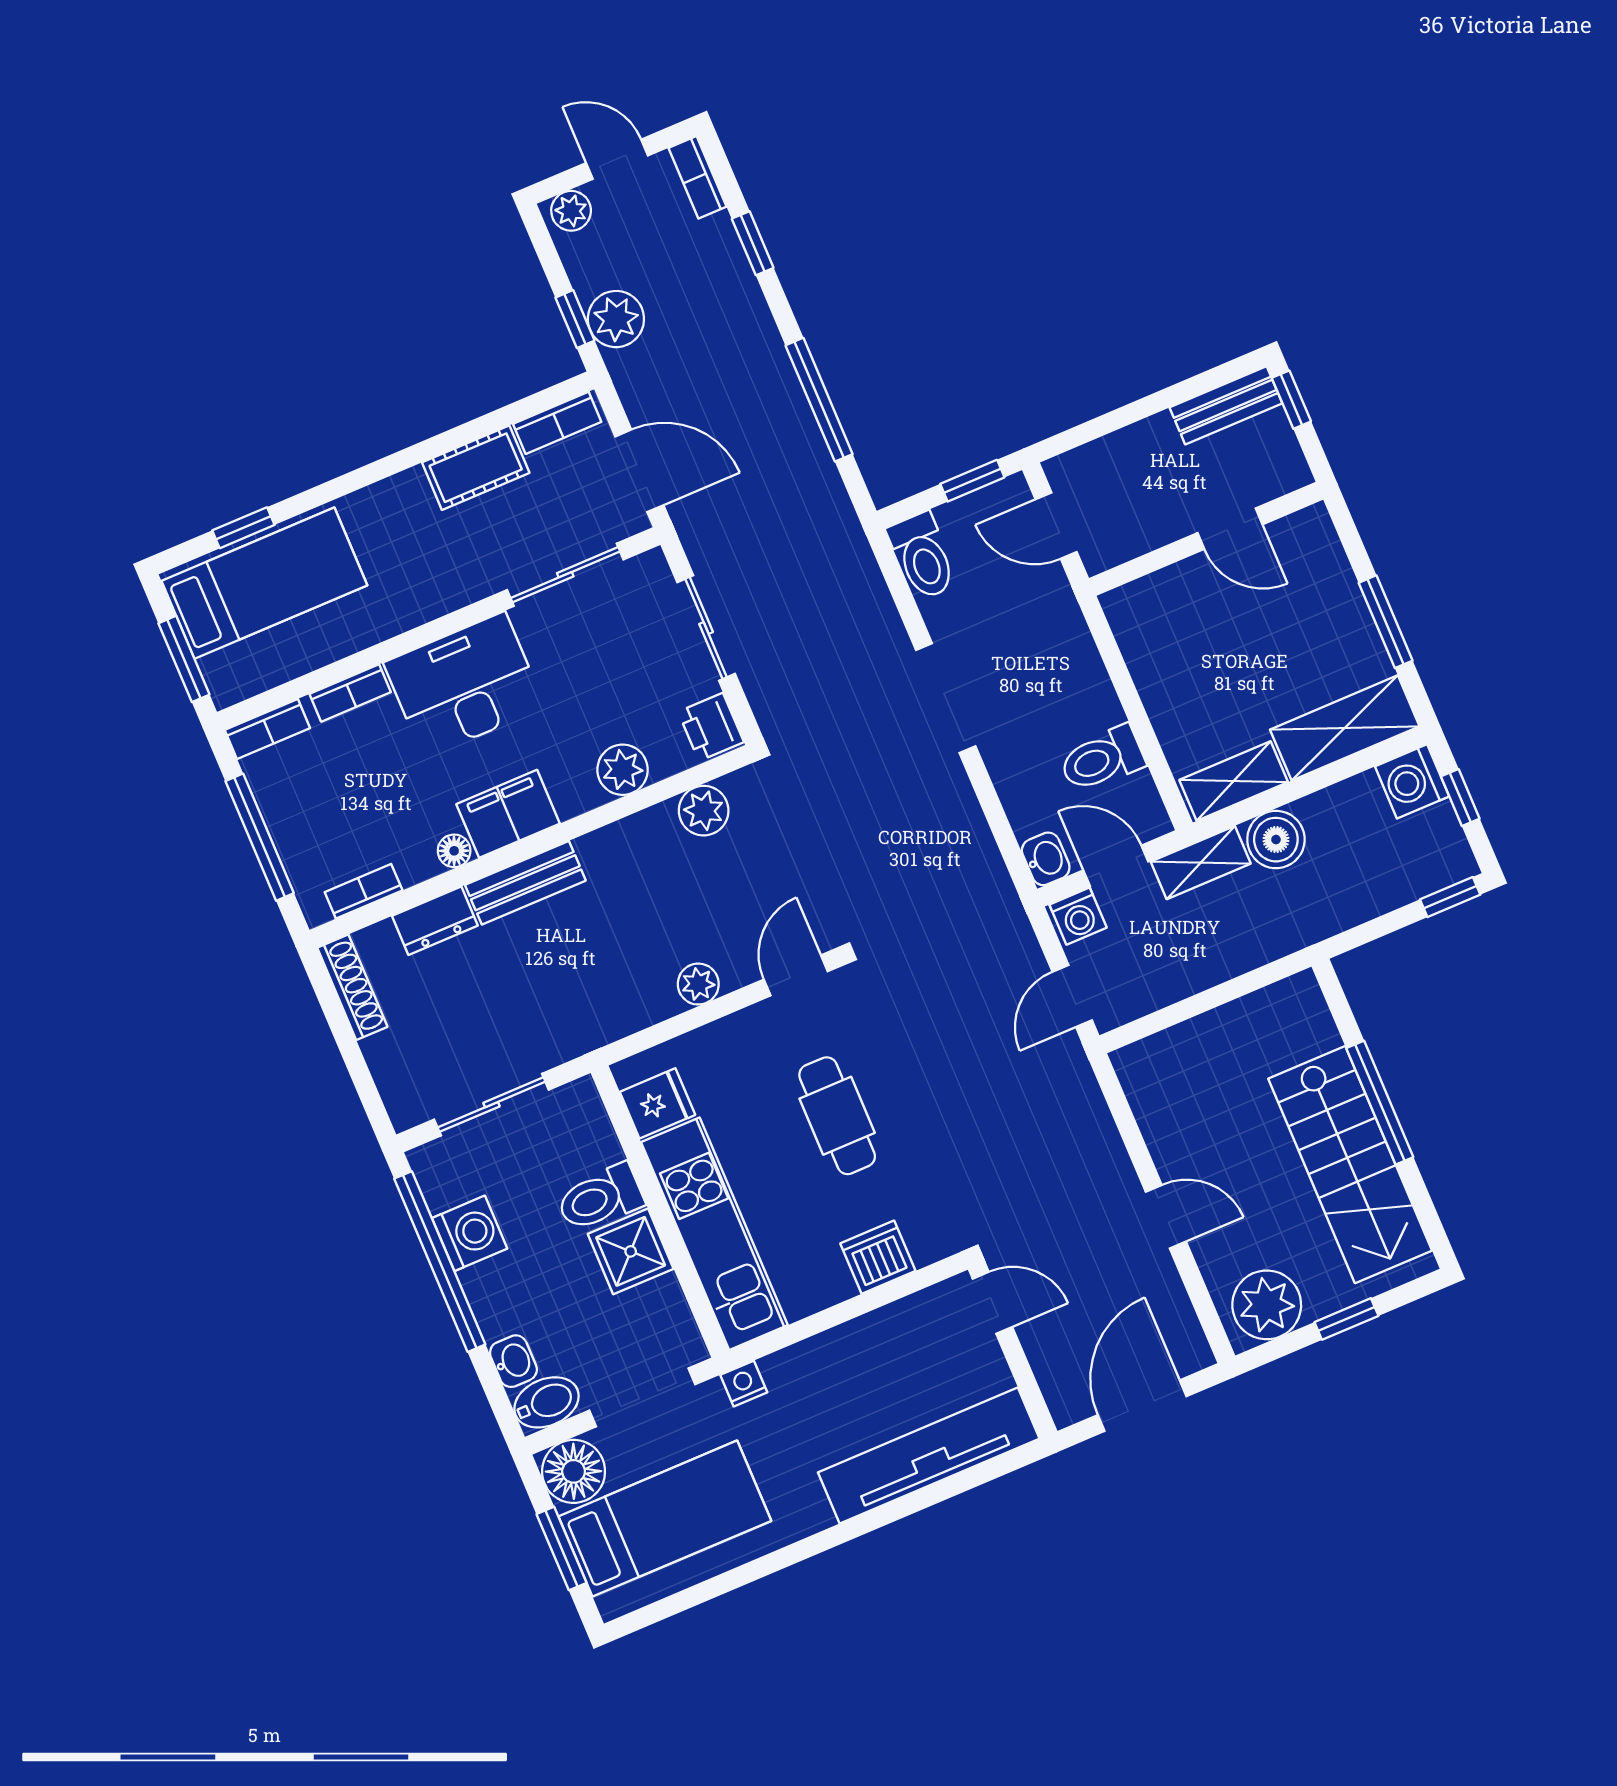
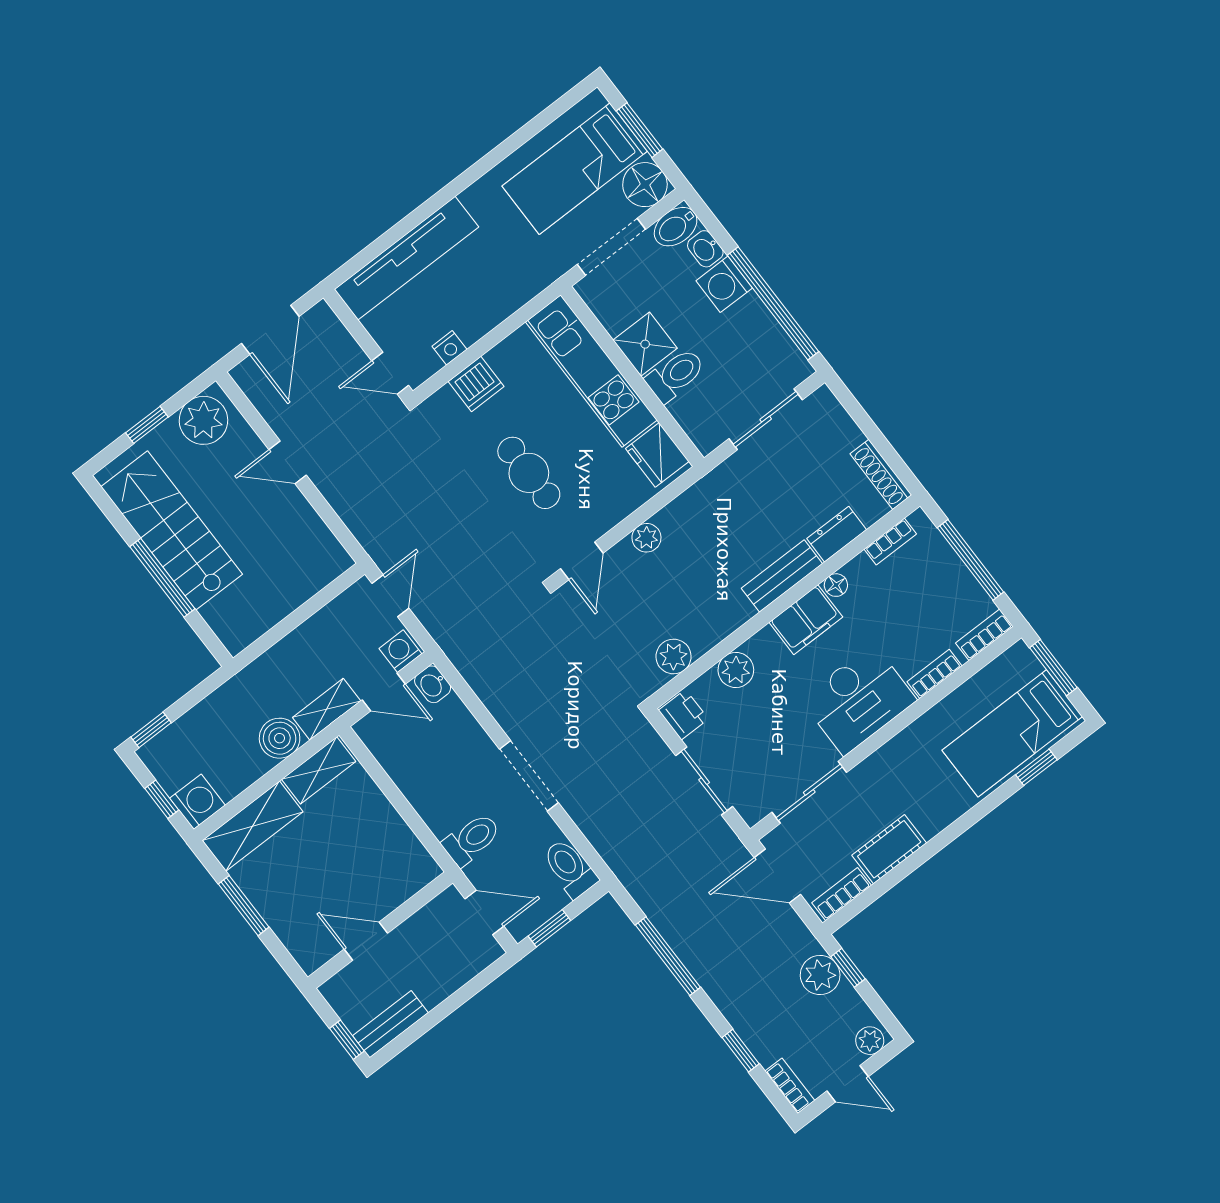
toilet: (1102, 759) -> (472, 839), moved
fridge: (657, 1103) -> (657, 455), width x1.38
washing machine: (470, 1233) -> (724, 284), moved
nightstand: (744, 1384) -> (449, 348), moved

